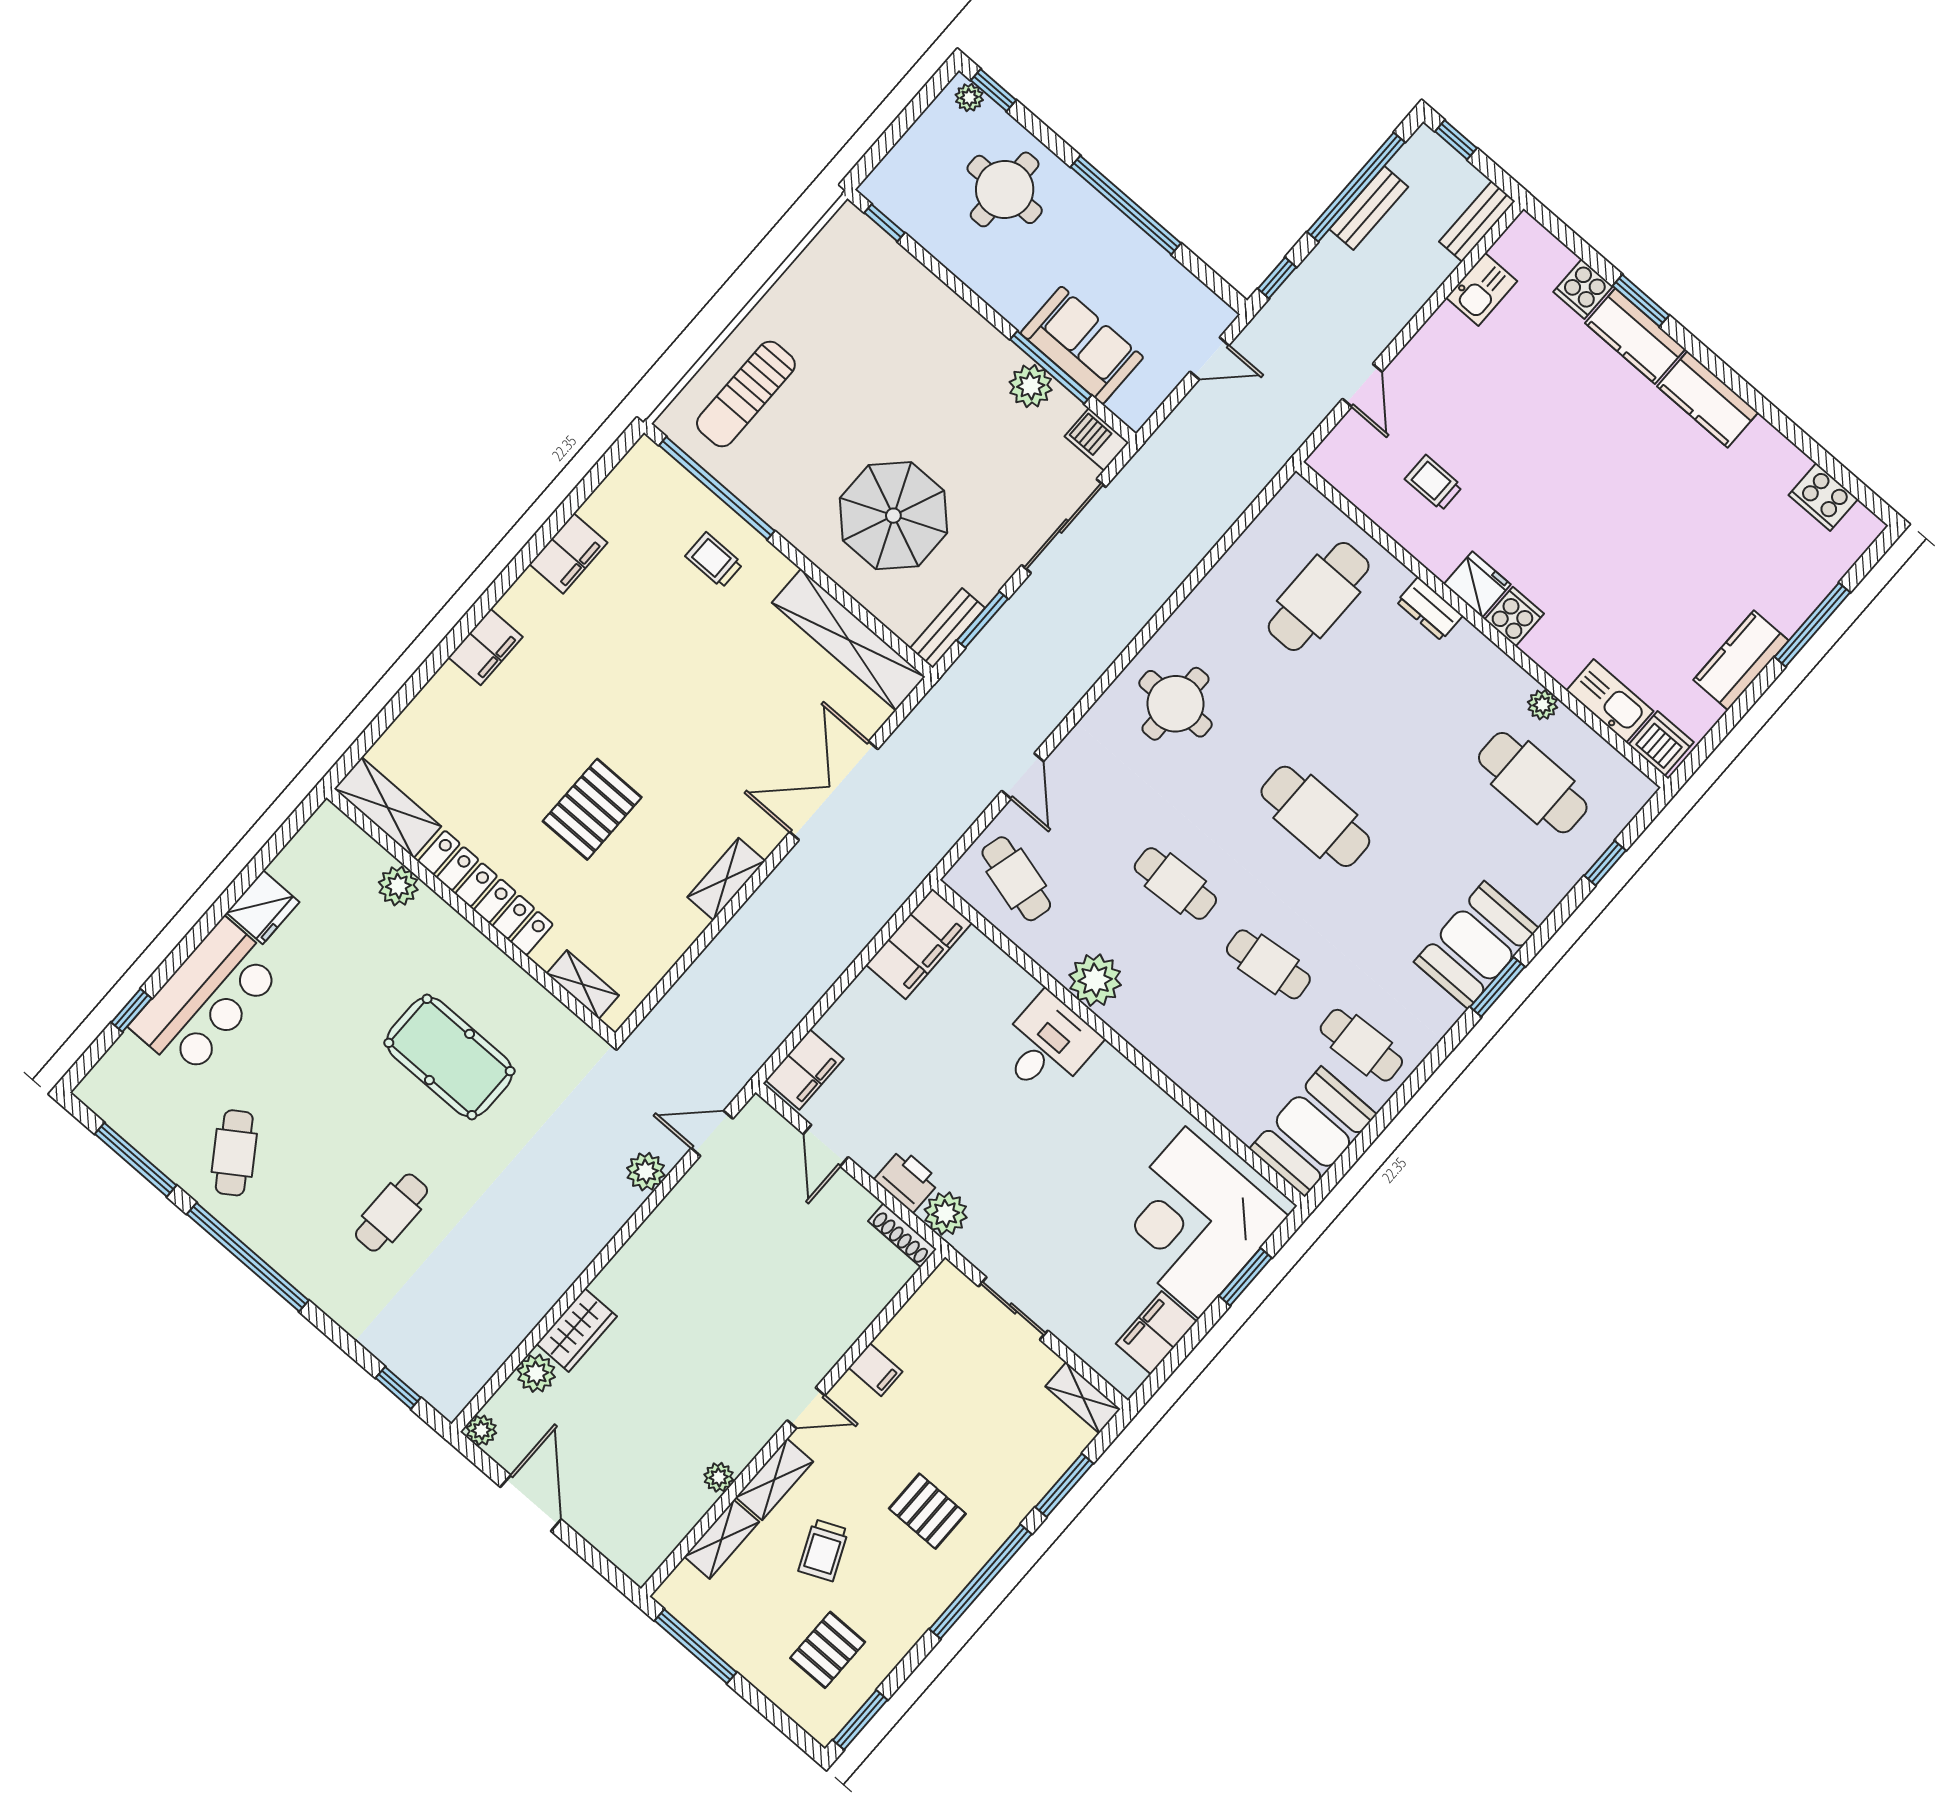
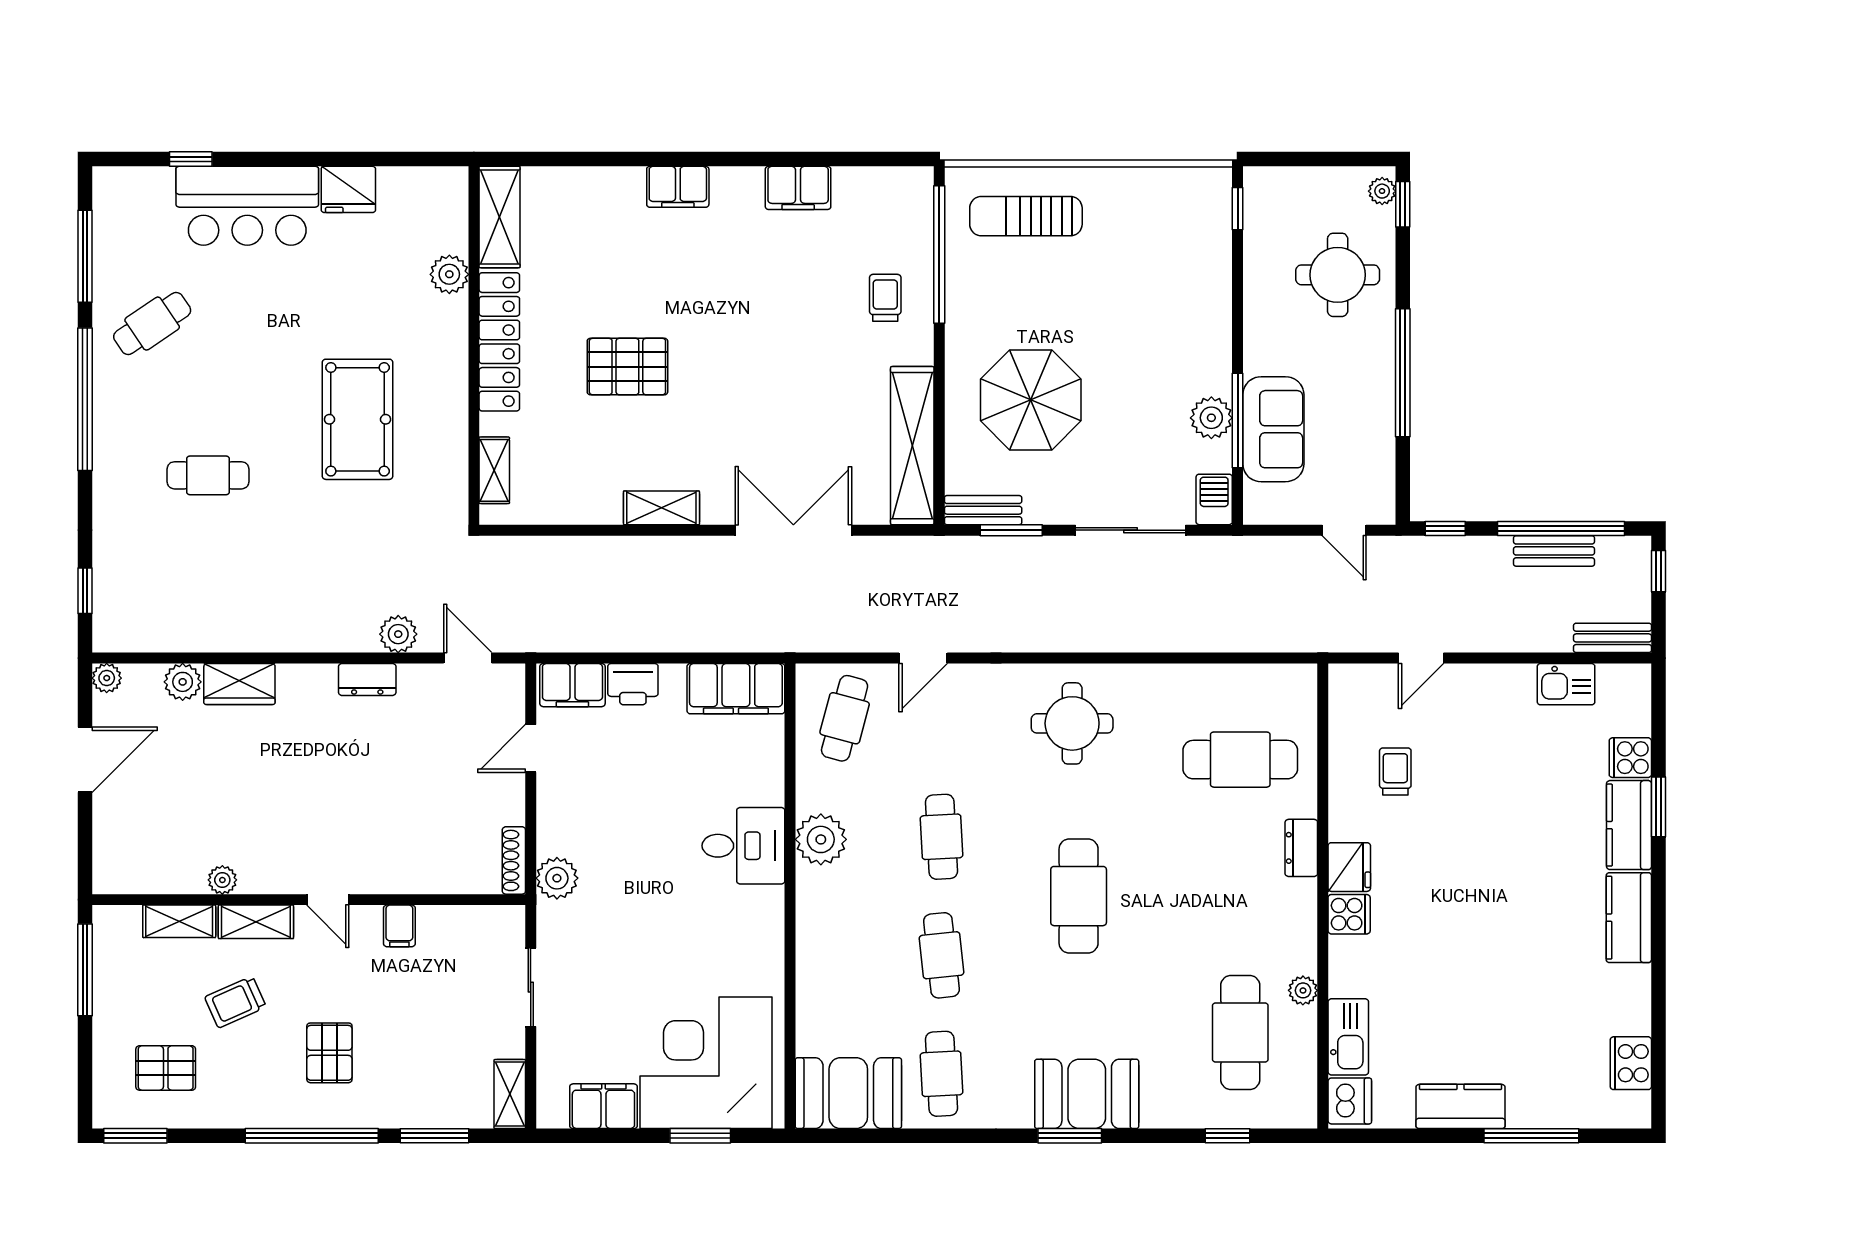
printer: (907, 1180) -> (633, 684), moved, turned 90
dresser: (660, 1227) -> (367, 679), added

